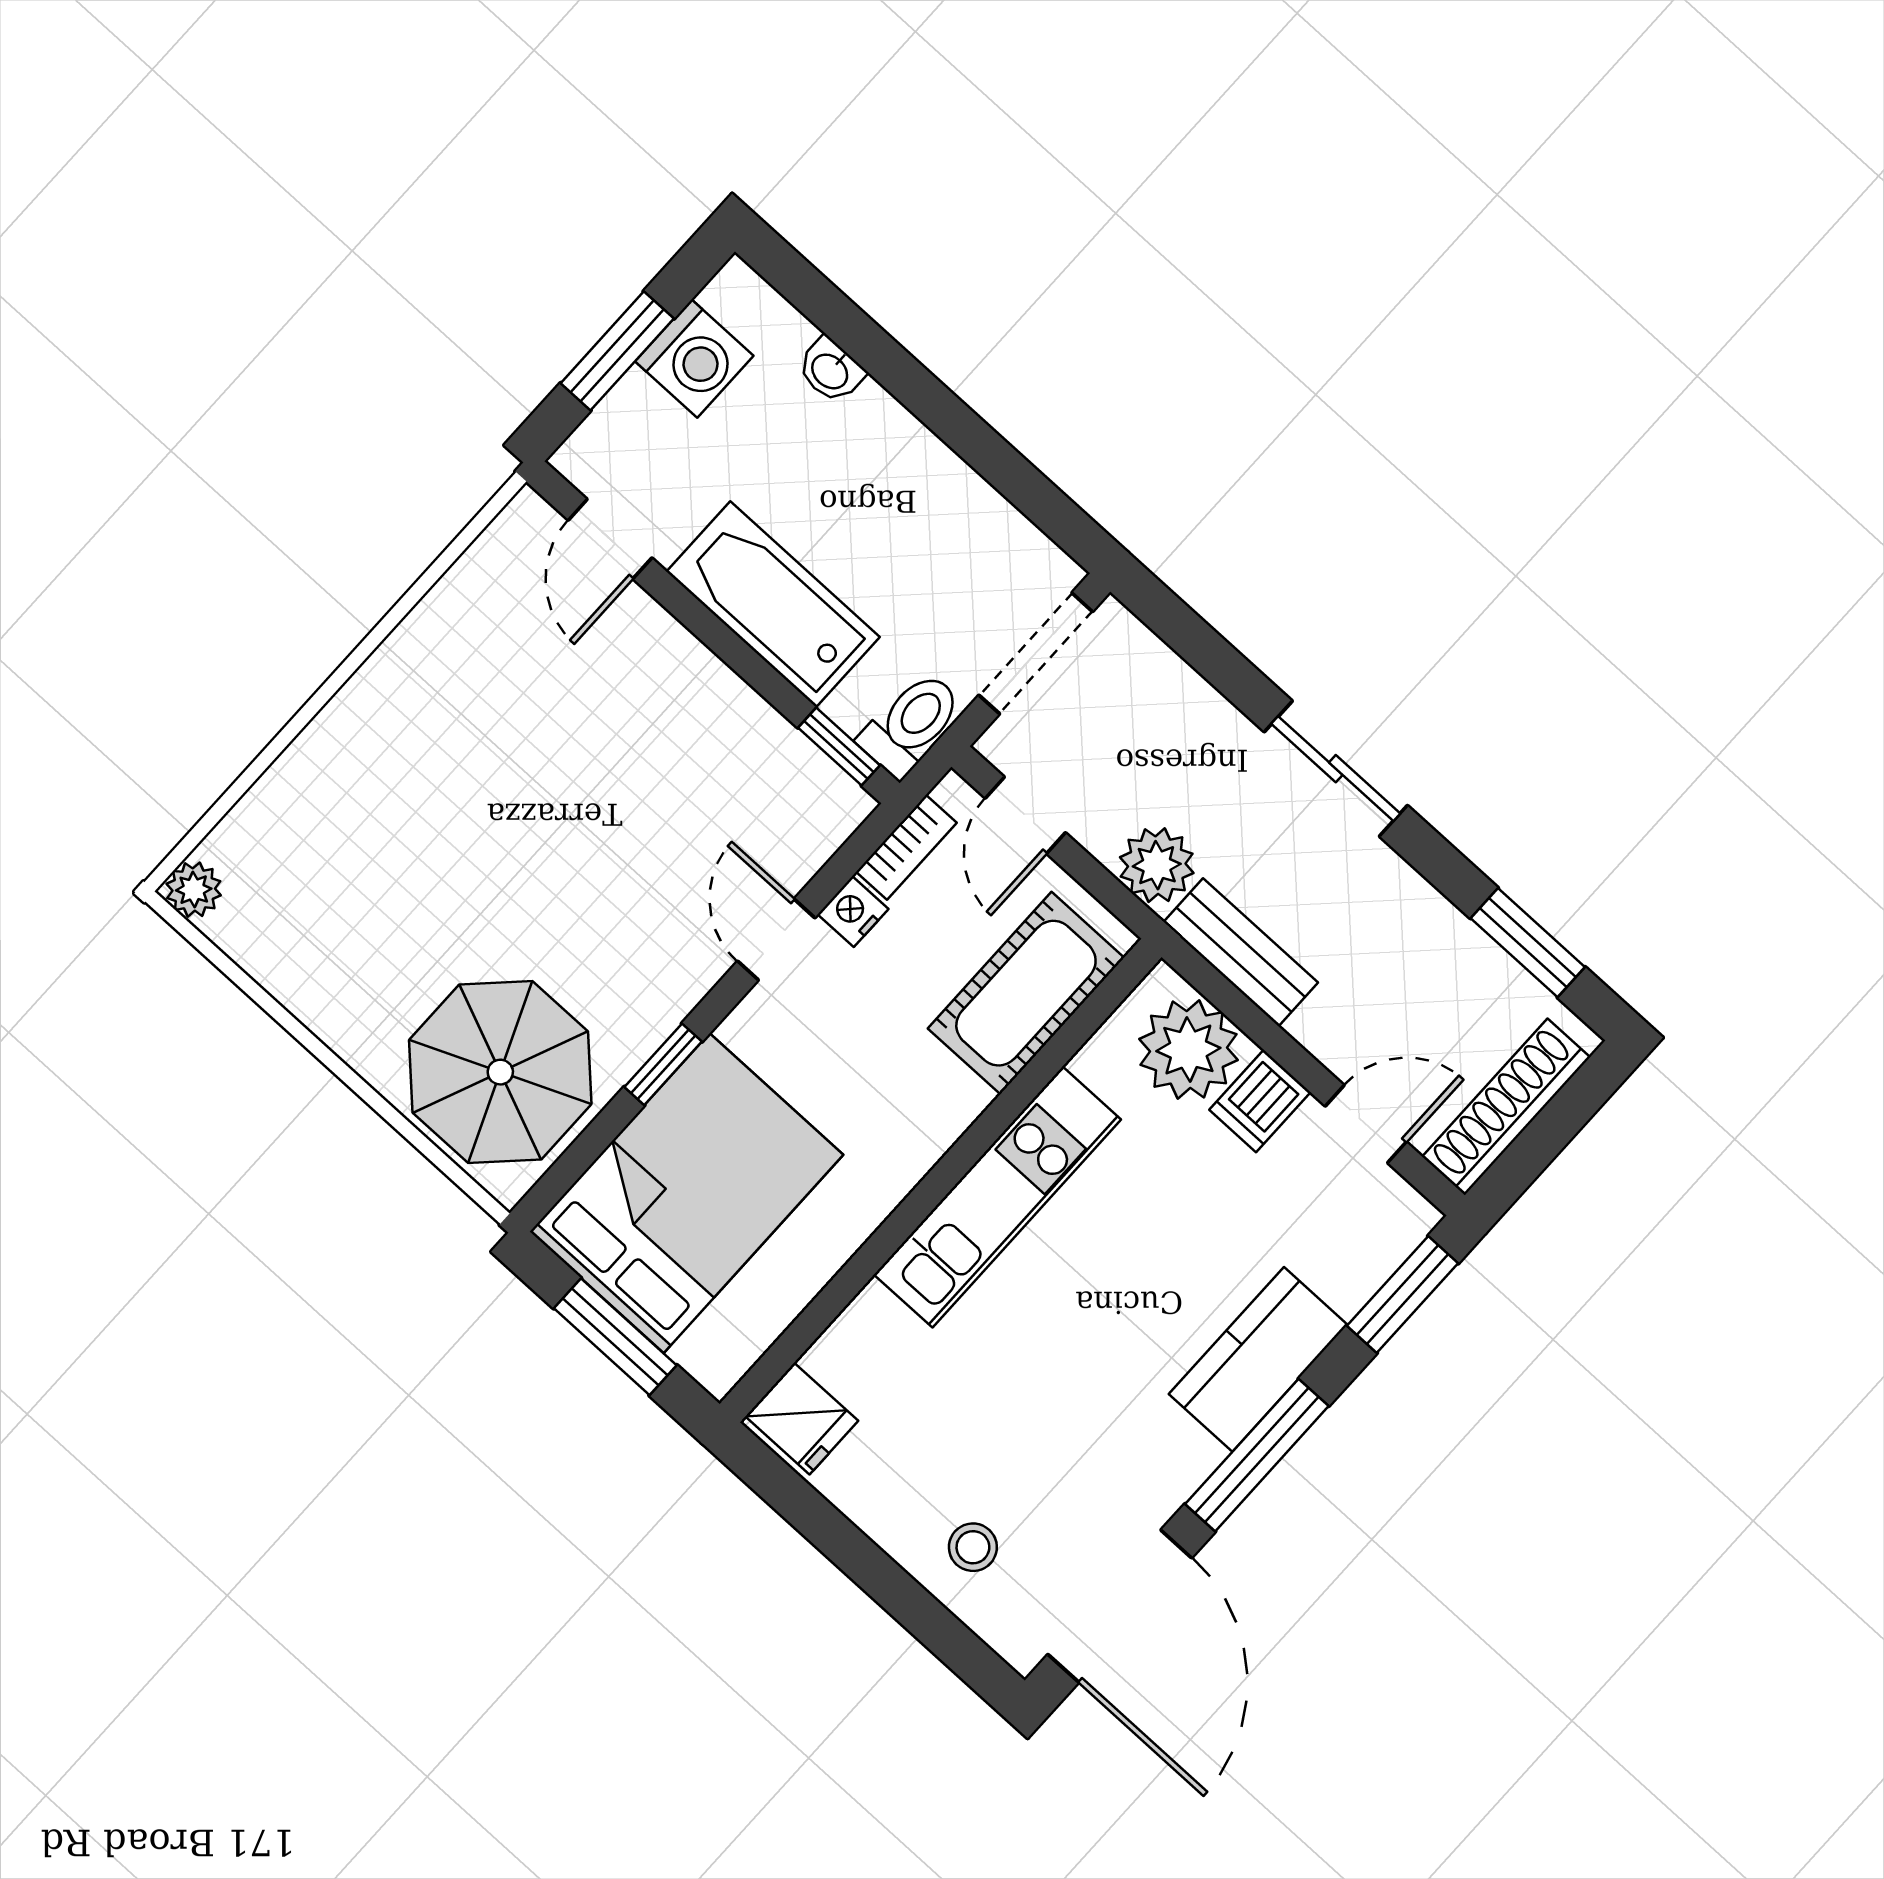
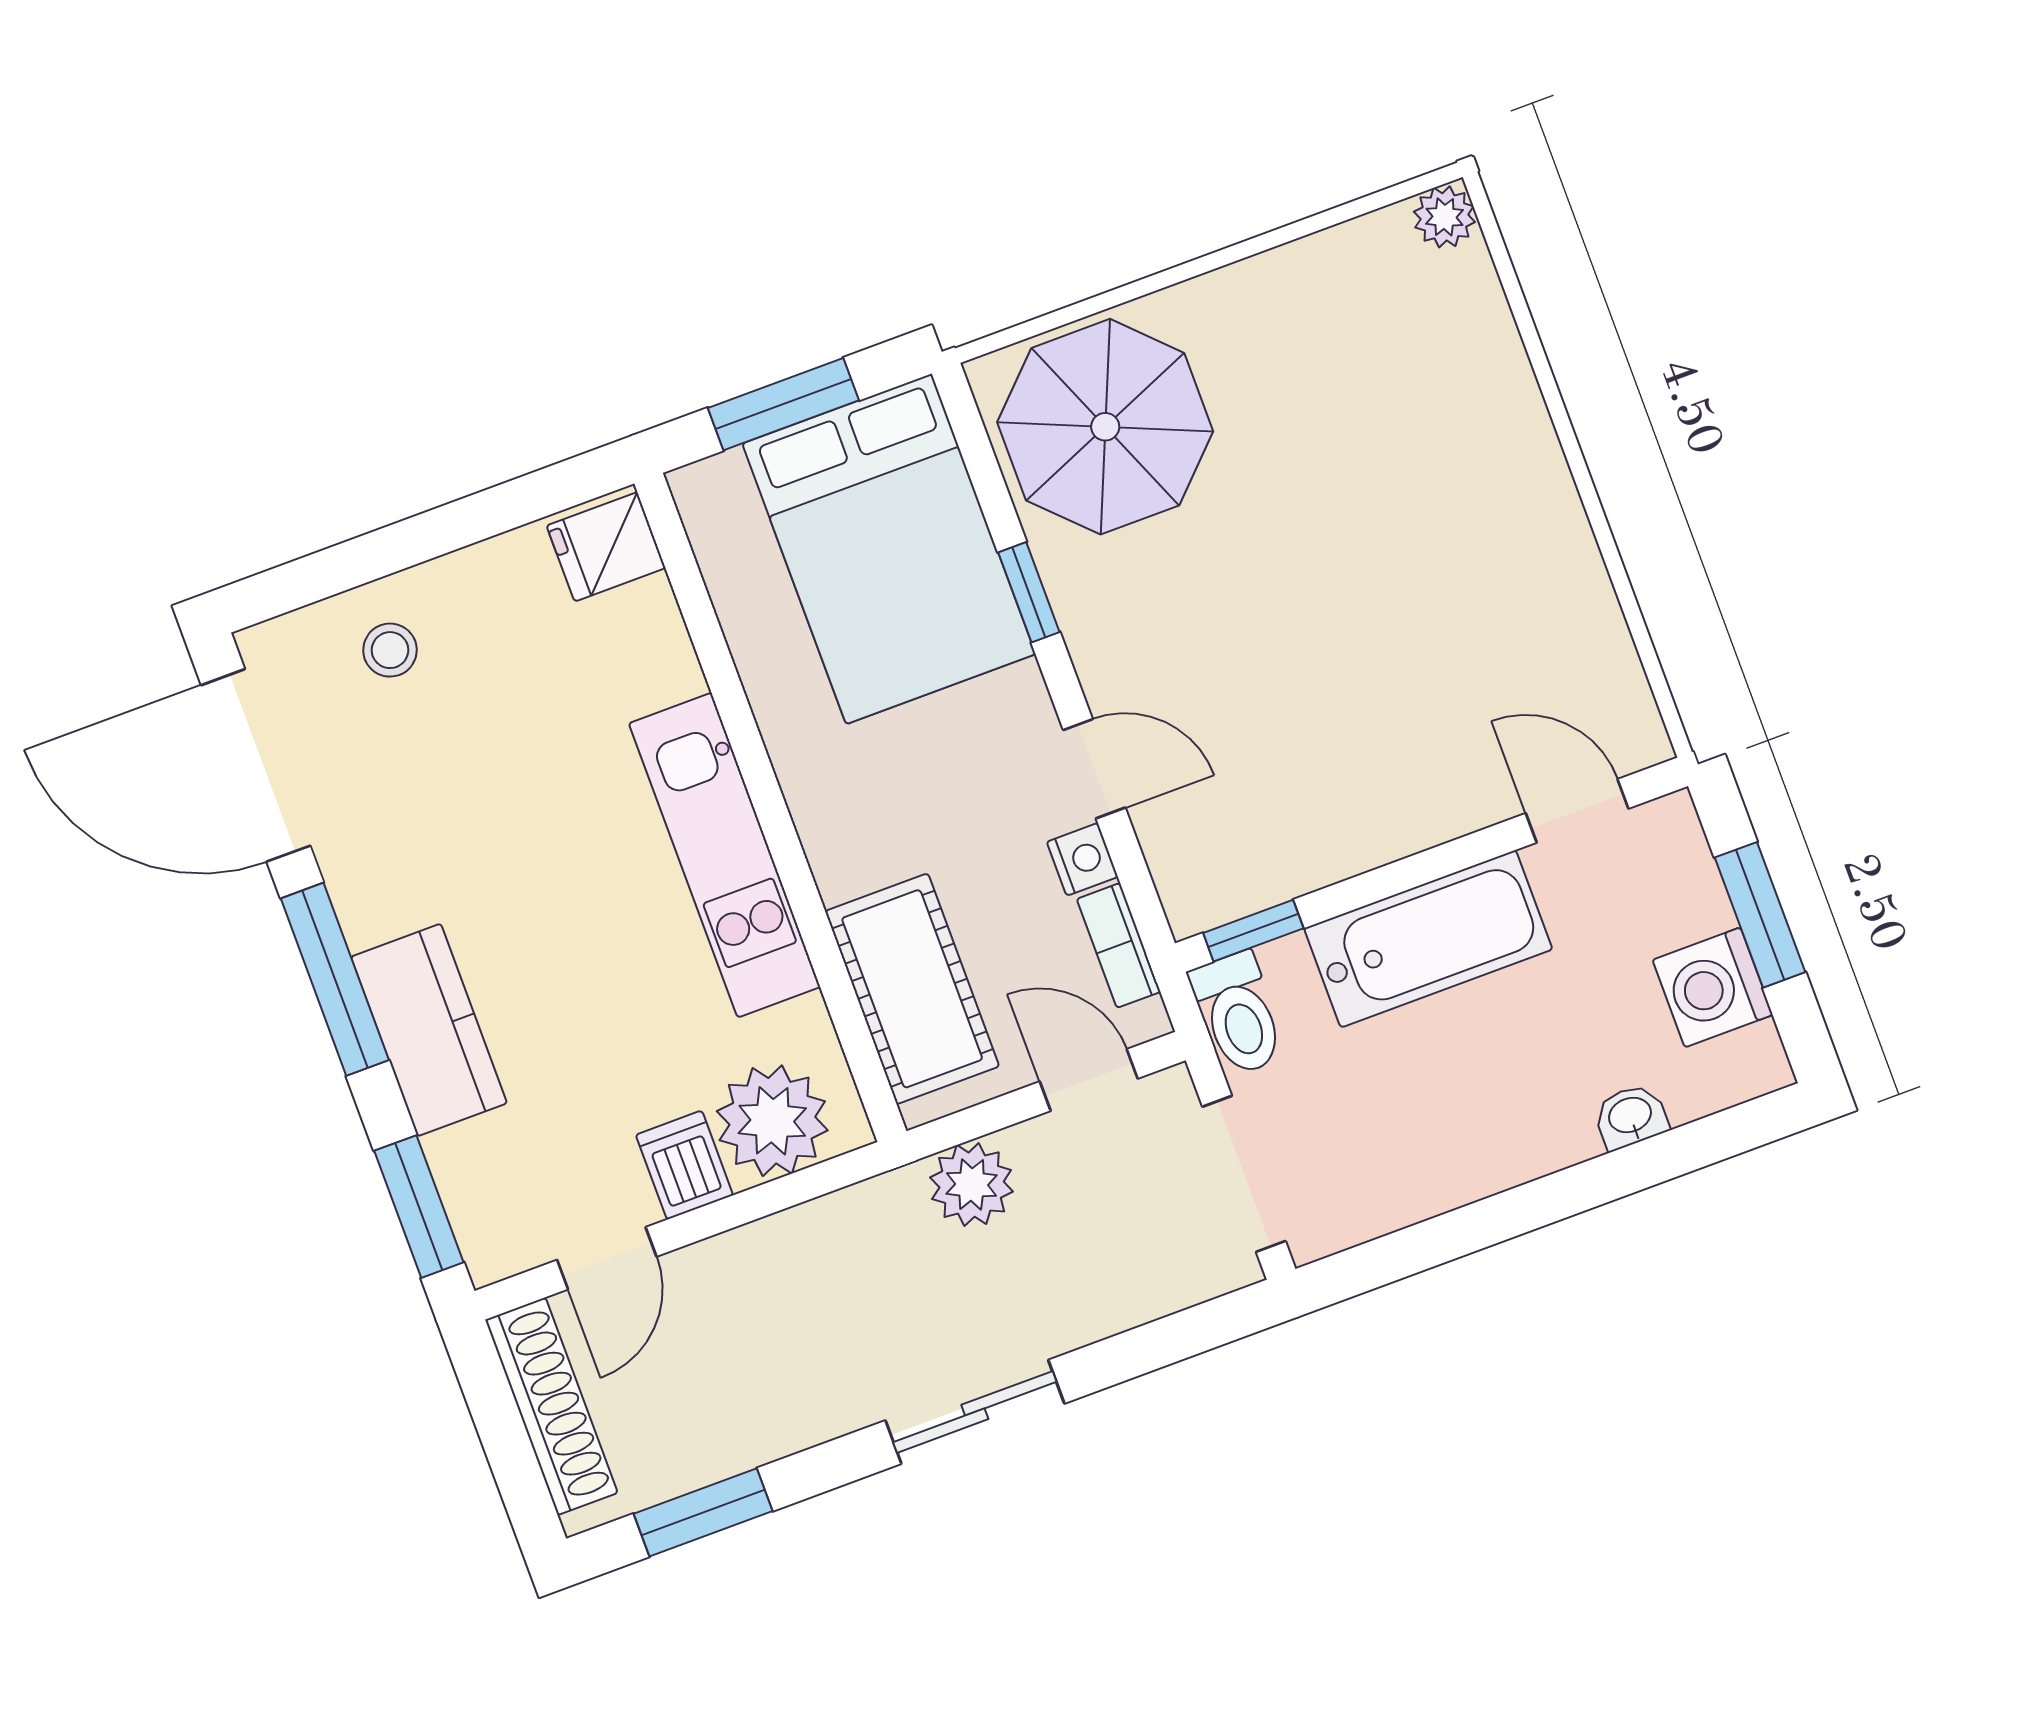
bench: (1241, 952) -> (842, 1223), removed

